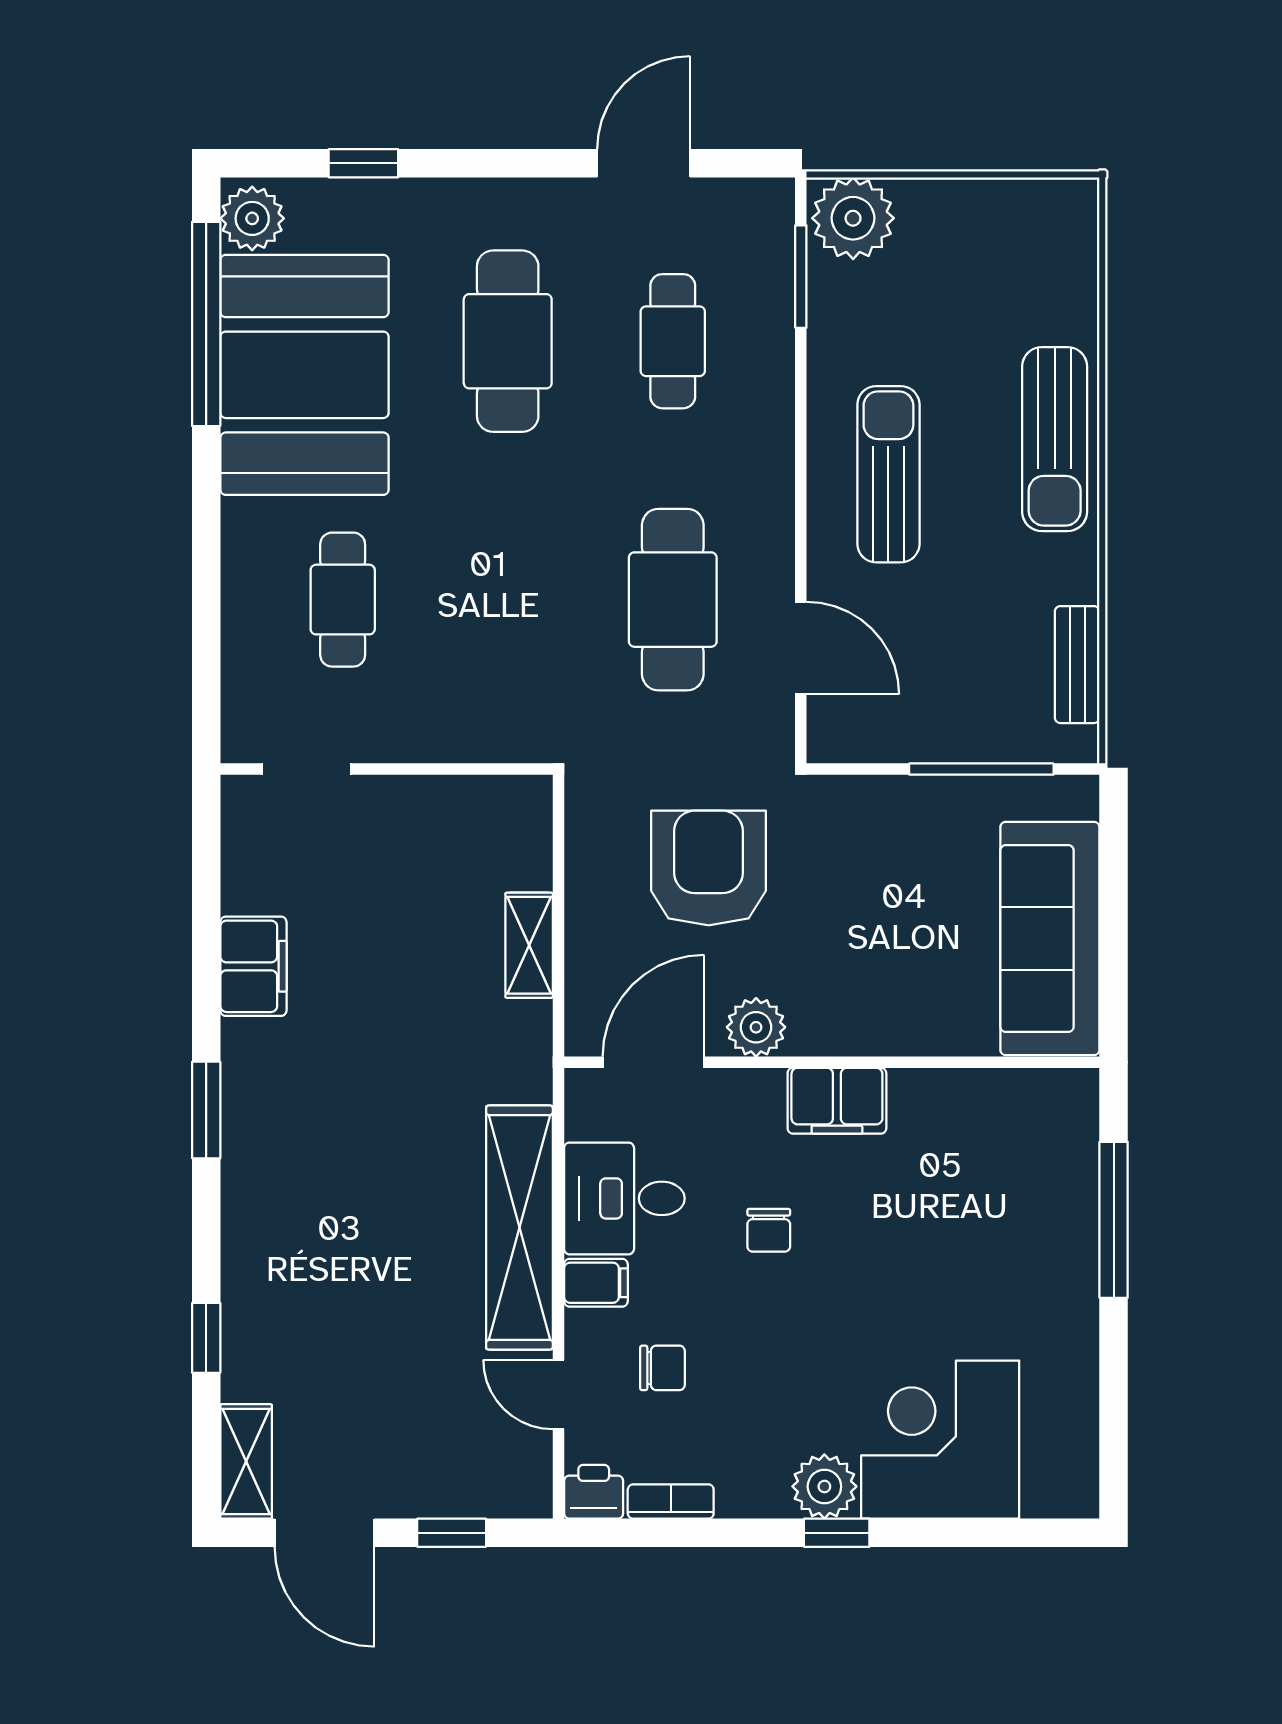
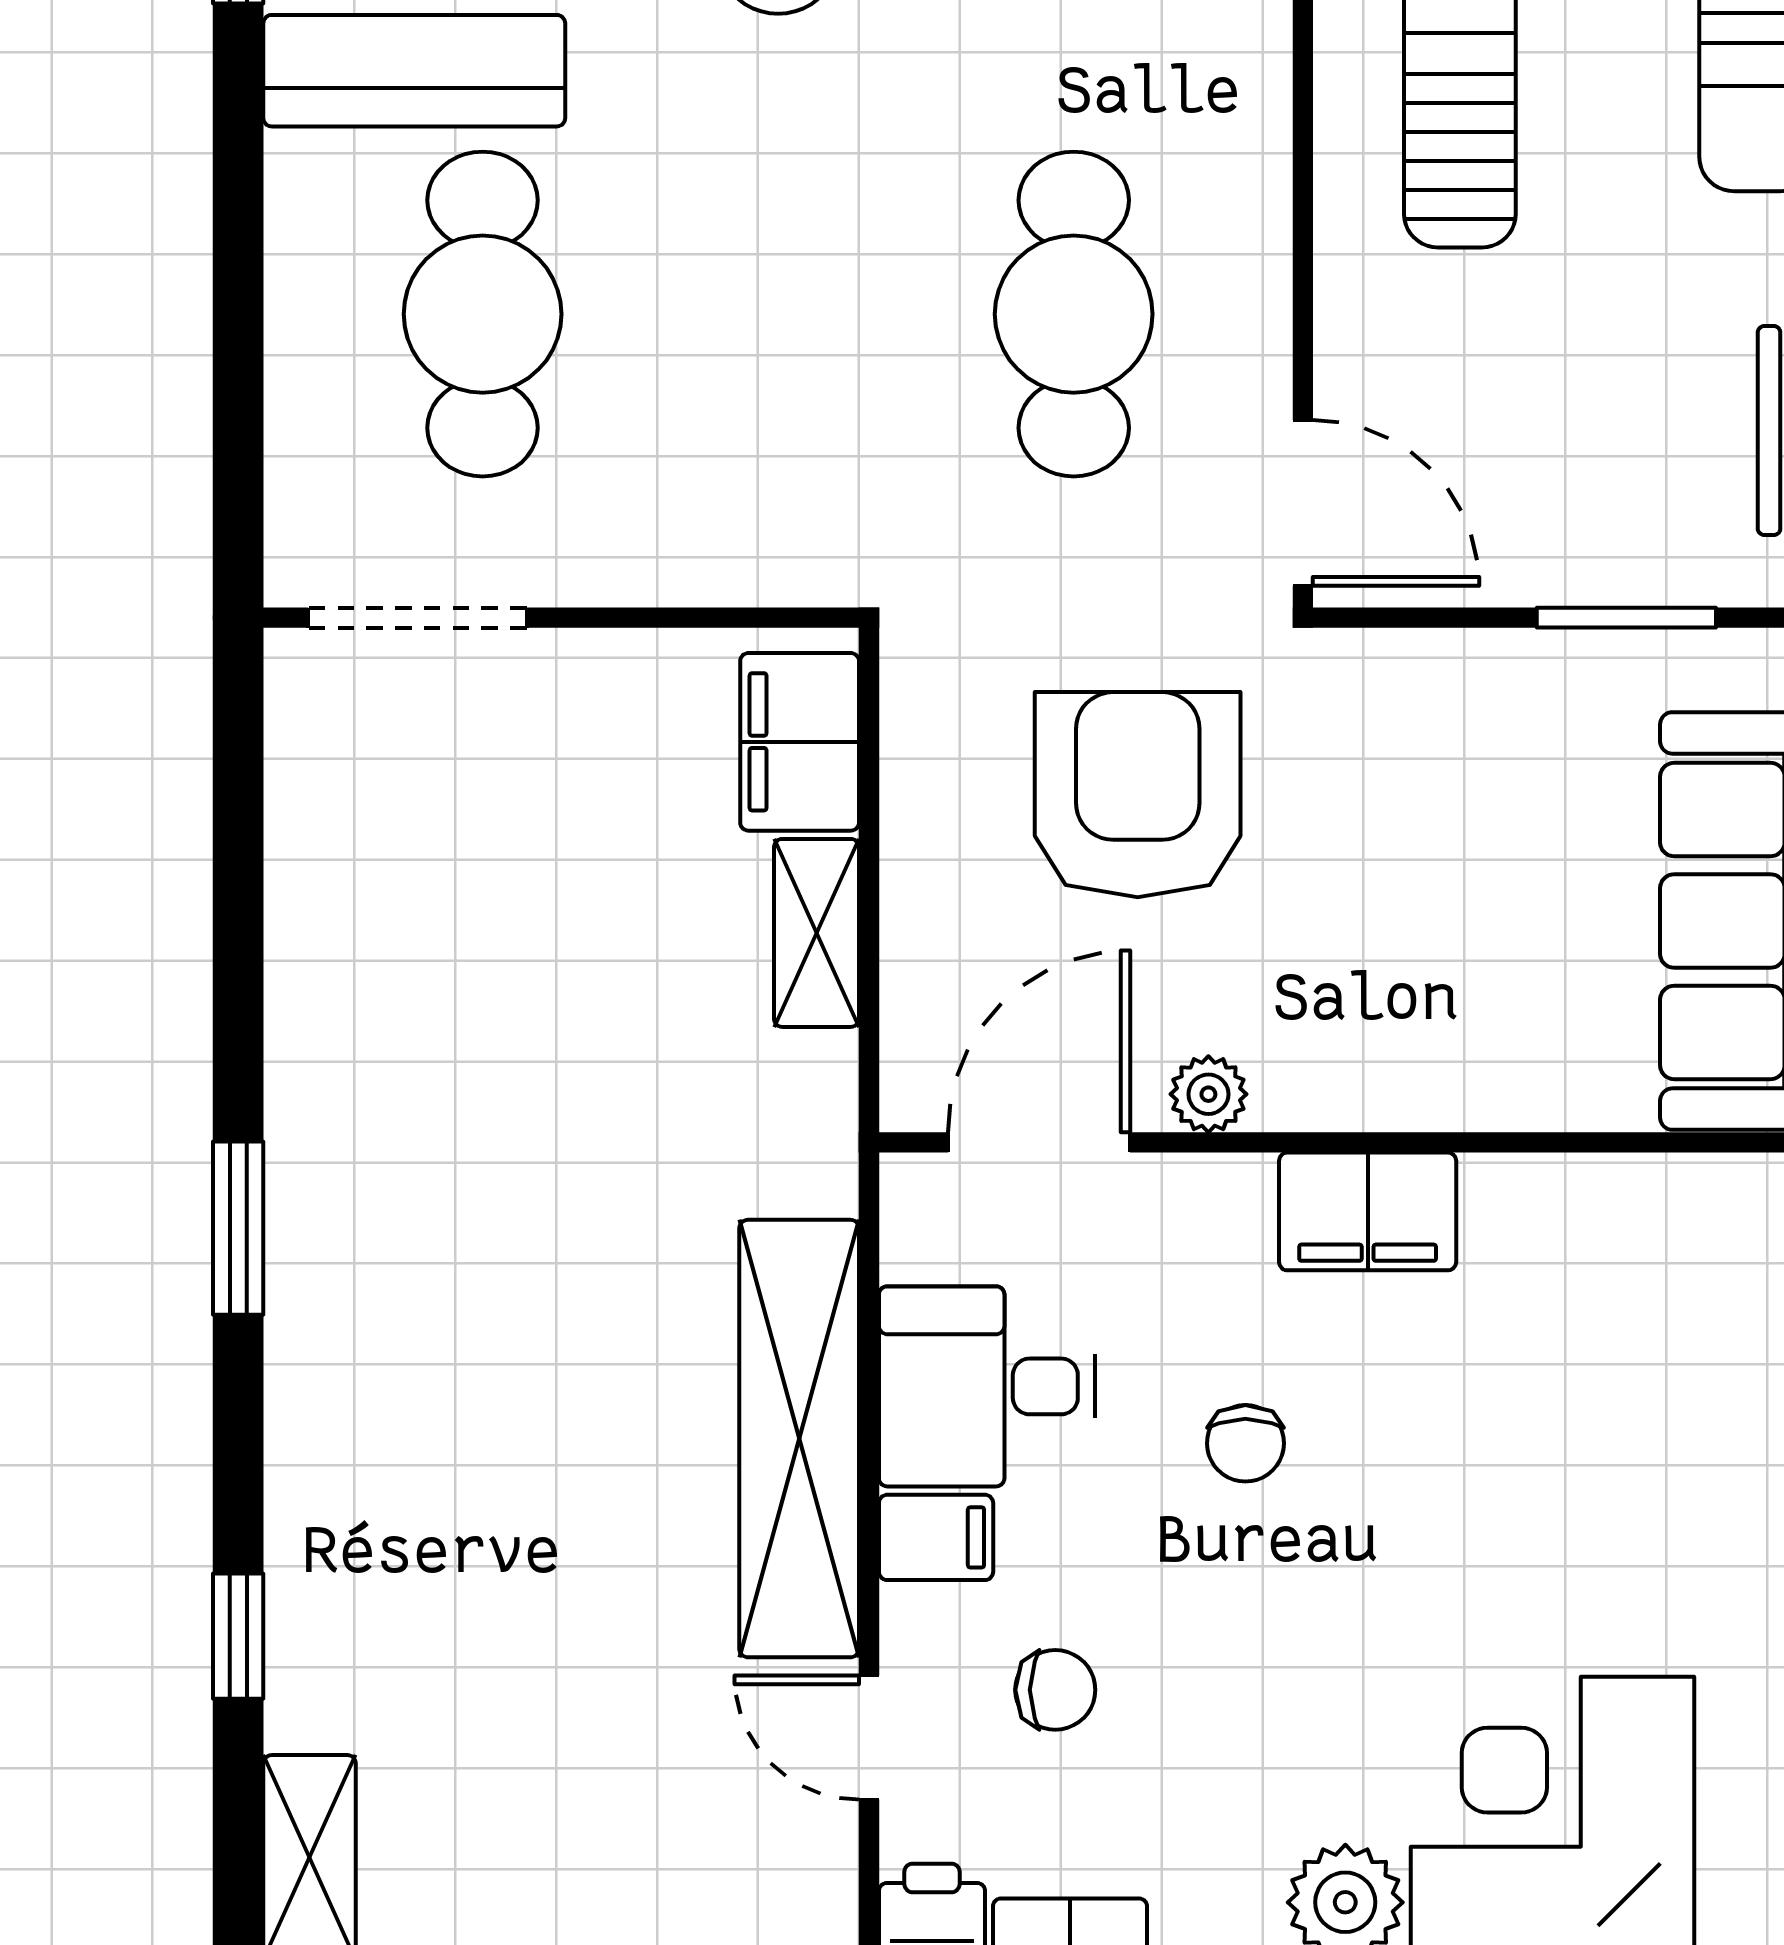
cafe table: (343, 600) -> (483, 314), width x1.37, depth x1.35
door: (801, 648) -> (1303, 503), moved
doorway: (306, 769) -> (417, 618), width x1.38
window: (981, 769) -> (1626, 618), width x0.69
filing cabinet: (253, 966) -> (800, 742), moved, turned 180
plant: (756, 1027) -> (1208, 1094), width x0.73, depth x0.73

